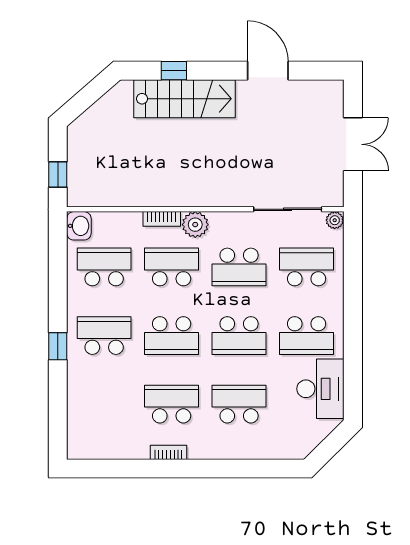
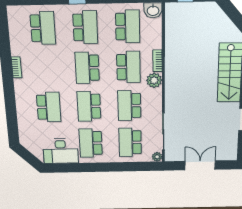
double door: (353, 144) -> (200, 165), swing flipped
school desk: (307, 267) -> (130, 142), turned 180
school desk: (172, 404) -> (43, 28), moved

